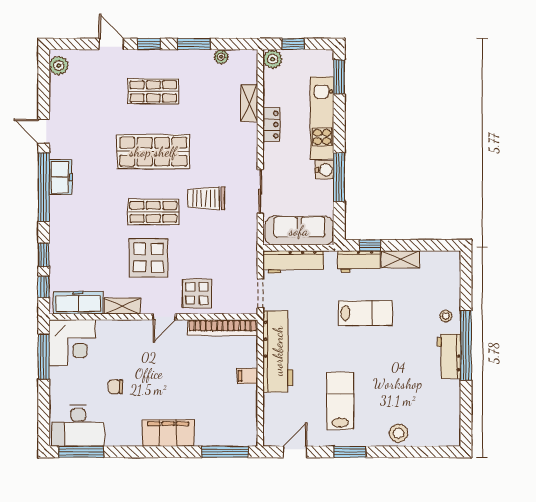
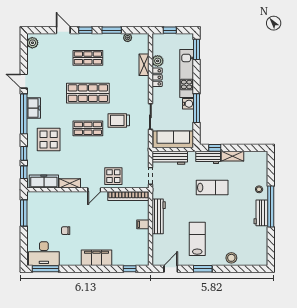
plant: (273, 59) -> (158, 61), moved
display table: (149, 258) -> (49, 140), moved
corner desk: (72, 343) -> (40, 205), removed
workbench: (278, 351) -> (159, 216), width x0.73, depth x0.76
window: (225, 452) -> (130, 269), width x0.46

